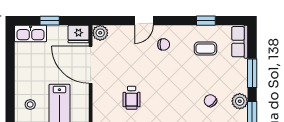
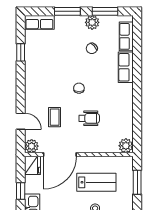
door: (144, 21) -> (21, 121), moved
chair: (164, 44) -> (79, 88), moved
coffee table: (205, 49) -> (55, 117), moved

